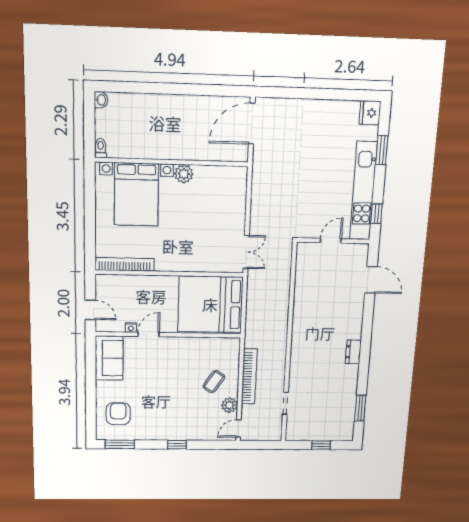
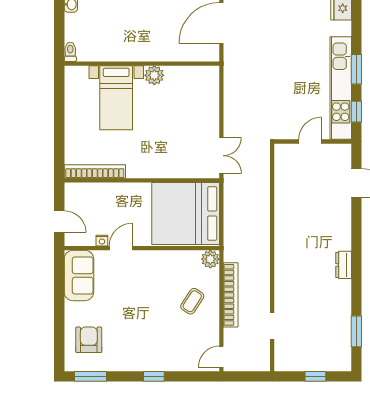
window: (382, 150) -> (356, 69), moved
bed with nightstands: (136, 194) -> (116, 98), width x0.73
plant: (229, 405) -> (210, 259), moved

